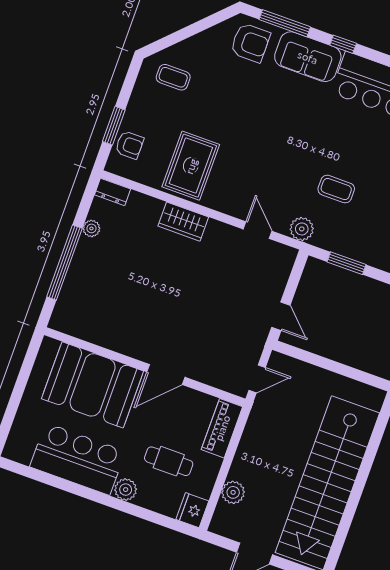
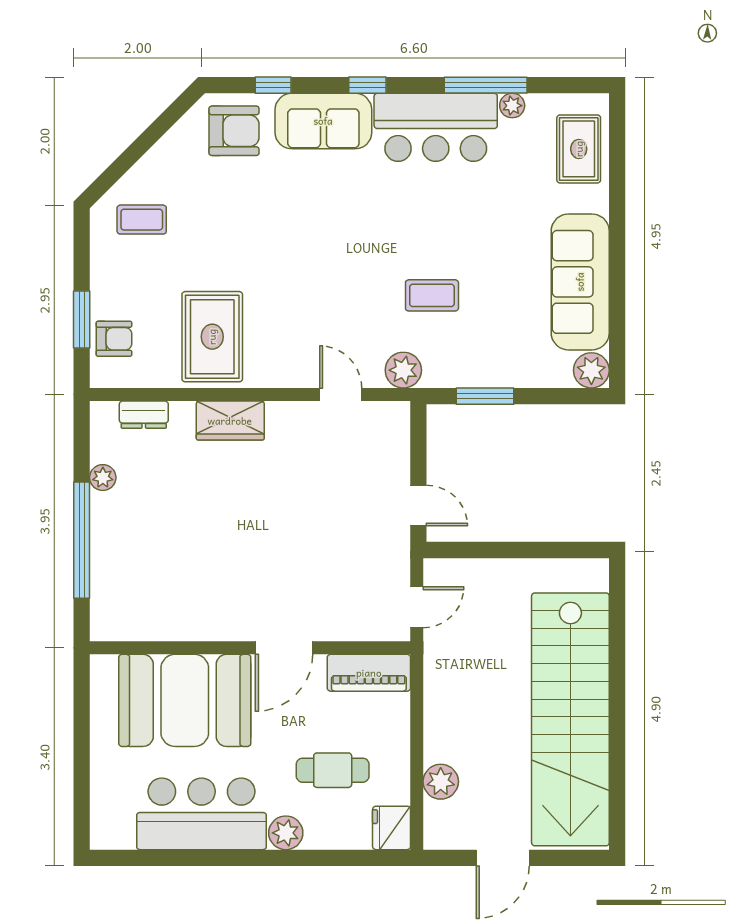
window: (285, 23) -> (273, 85), width x0.46
dresser: (113, 192) -> (144, 415), moved
piano: (222, 428) -> (369, 673), moved, turned -90

